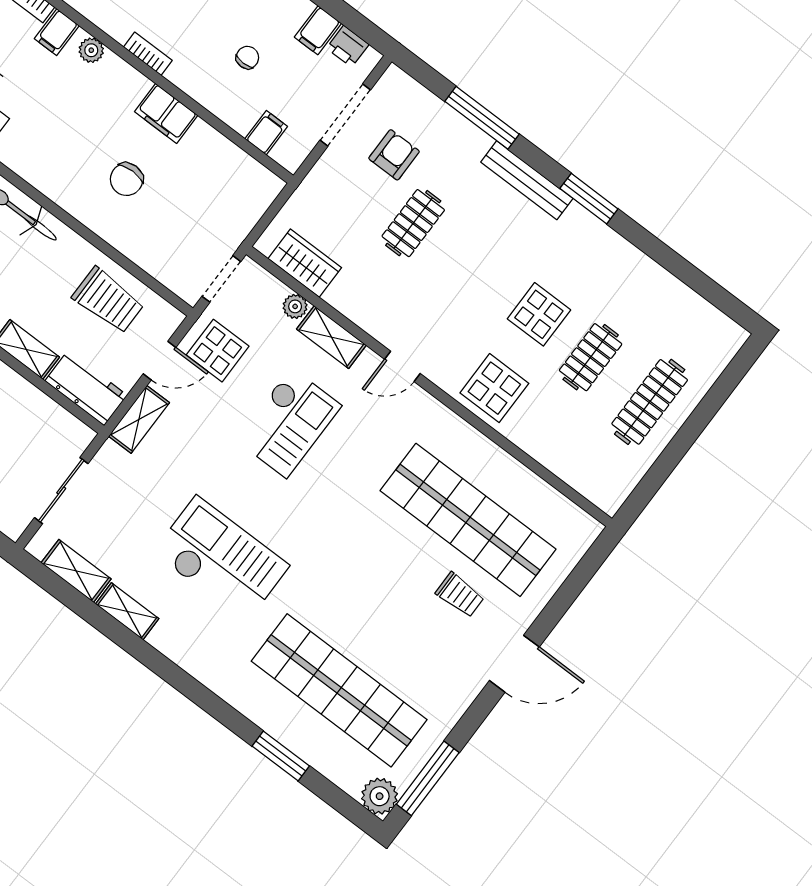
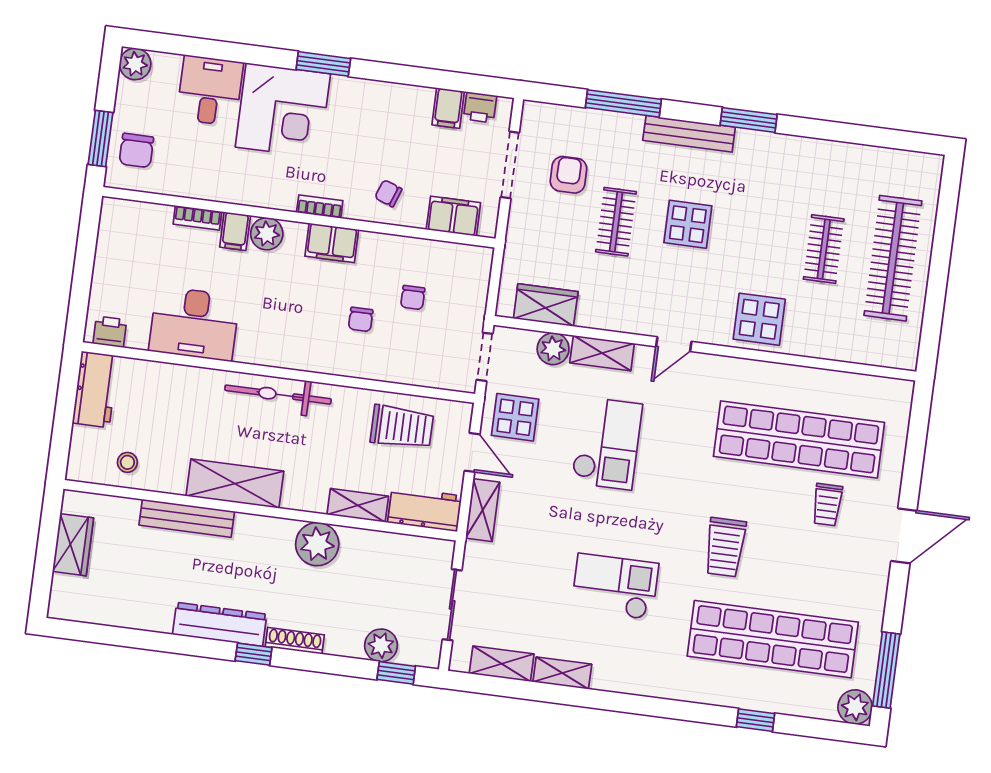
plant: (91, 50) -> (267, 234), width x1.38, depth x1.38
chair: (247, 58) -> (388, 193), moved, turned -70
filing cabinet: (166, 113) -> (332, 243), moved
filing cabinet: (266, 133) -> (453, 216), width x2.00
chair: (127, 179) -> (361, 319), width x0.73, depth x0.73
chair: (186, 186) -> (413, 297), added
plant: (295, 306) -> (553, 349), width x1.38, depth x1.38
display table: (539, 314) -> (688, 224), moved
door: (160, 361) -> (472, 452), hinge flipped
clothes rail: (650, 402) -> (893, 258), width x1.37, depth x1.31
checkout: (221, 559) -> (615, 587), width x0.73, depth x0.83
trolley: (343, 581) -> (725, 547), added
trolley: (460, 595) -> (827, 505), turned 90
window: (281, 756) -> (755, 720), width x0.67

